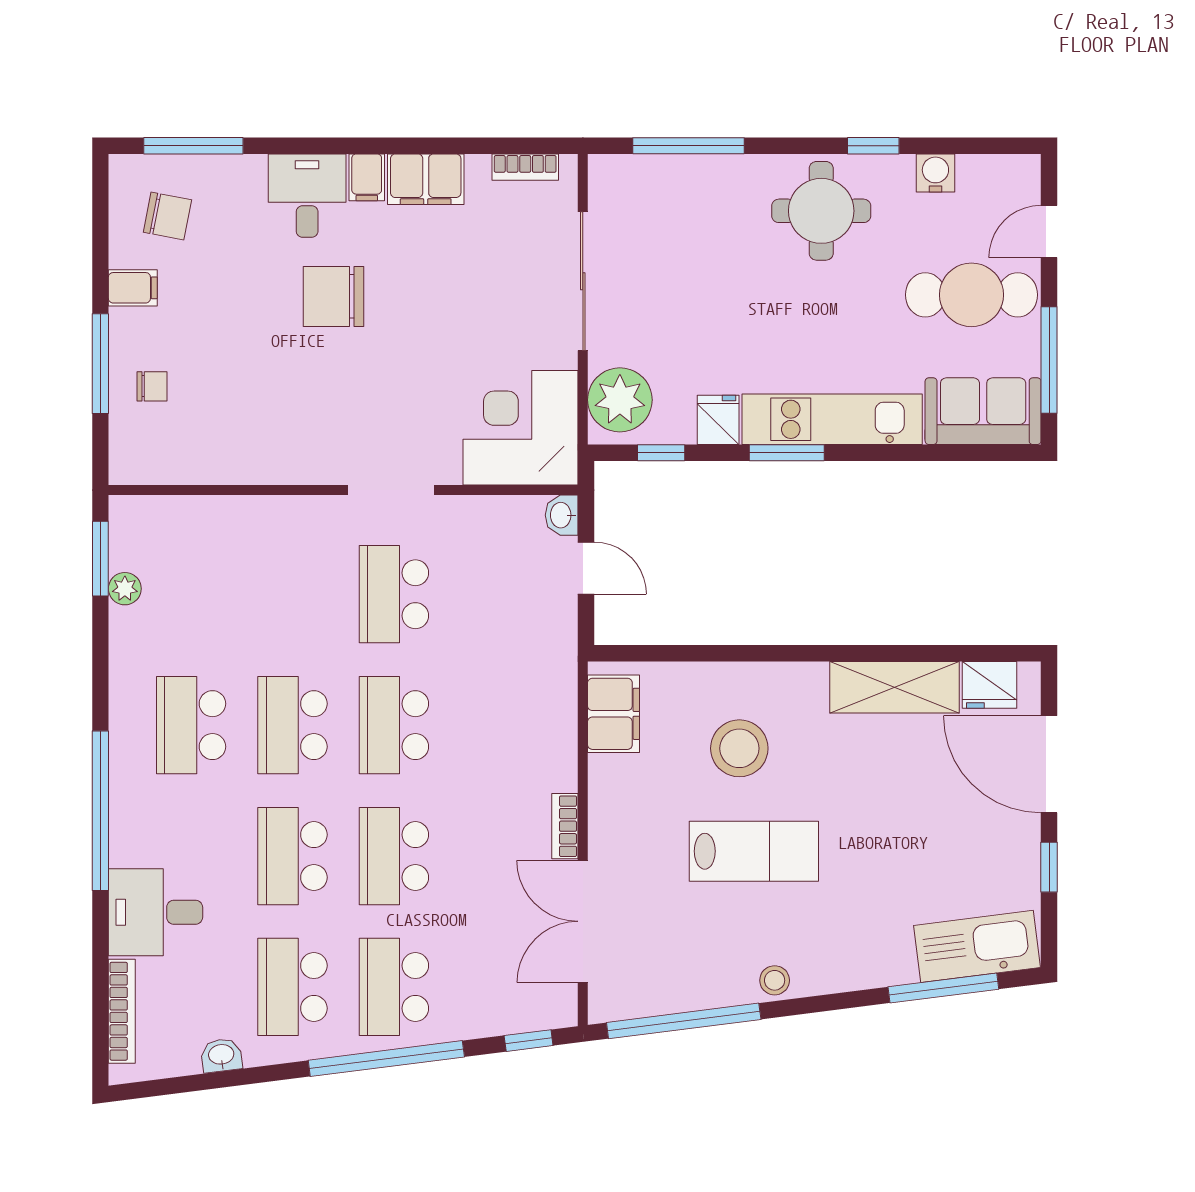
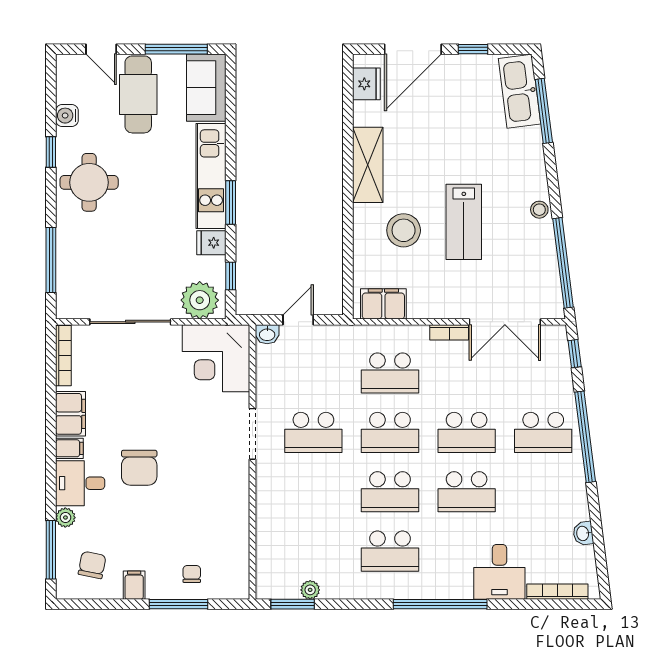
bookcase: (525, 167) -> (63, 356), width x1.56
plant: (248, 171) -> (65, 518), added
shelving: (894, 687) -> (368, 165), moved
lab bench: (754, 851) -> (464, 222), turned 180
school desk: (292, 987) -> (390, 373), moved

